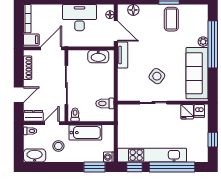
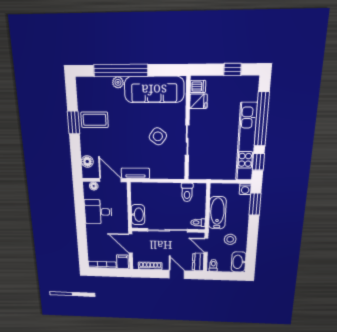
desk: (80, 18) -> (98, 212), width x0.73
door: (116, 31) -> (110, 180), hinge flipped
washbasin: (98, 56) -> (138, 215), moved

